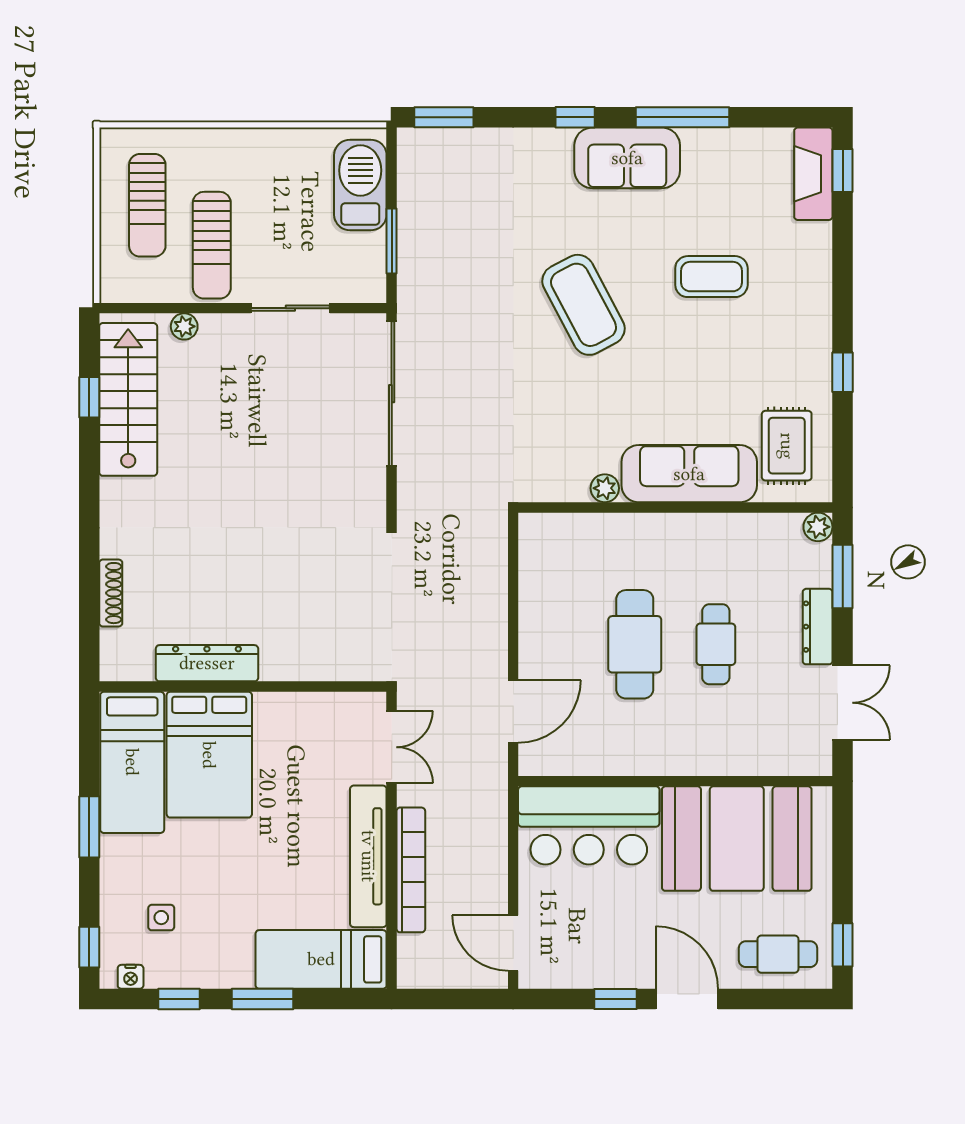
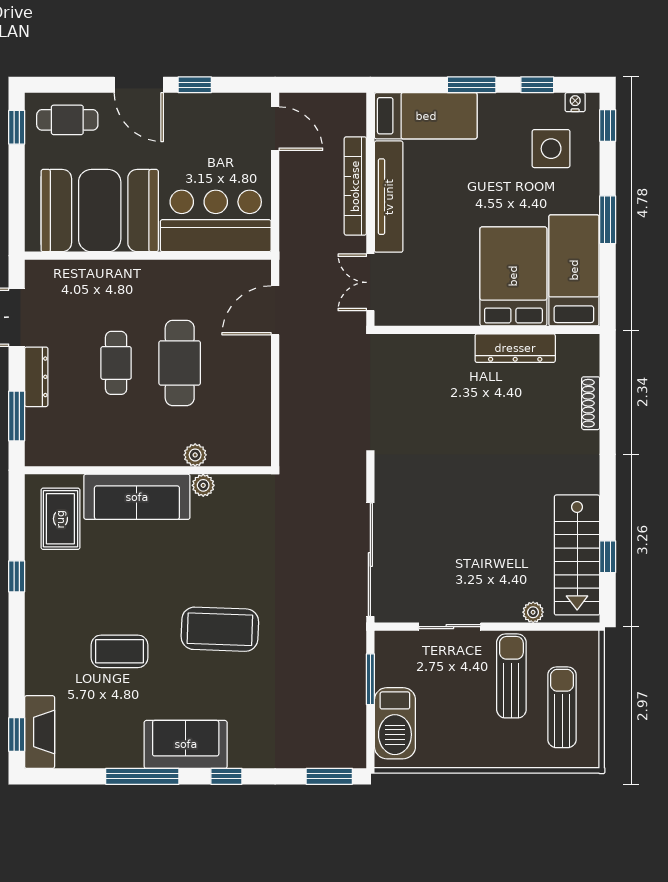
coffee table: (584, 305) -> (220, 629), turned -60
plant: (818, 527) -> (195, 455), moved
side table: (161, 918) -> (551, 149), width x1.87, depth x1.87

